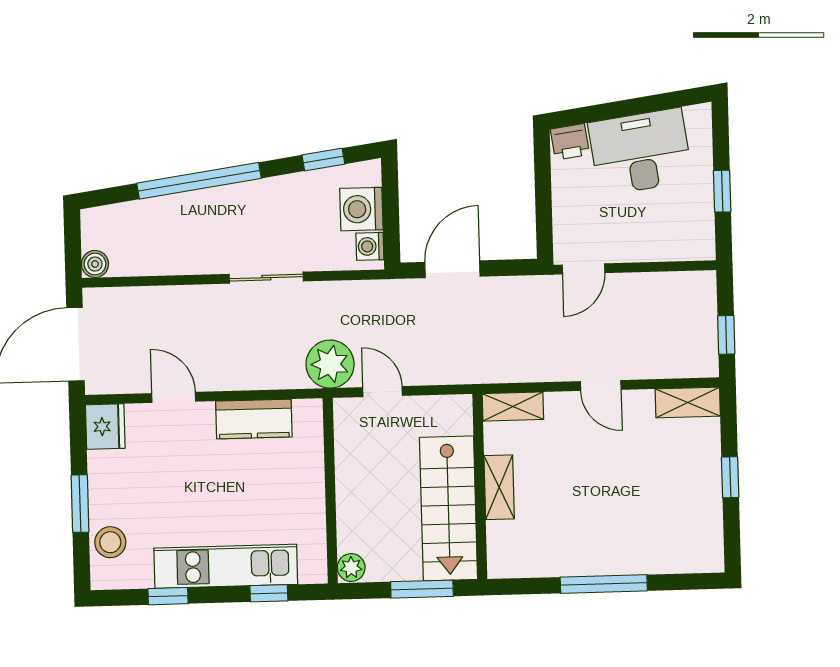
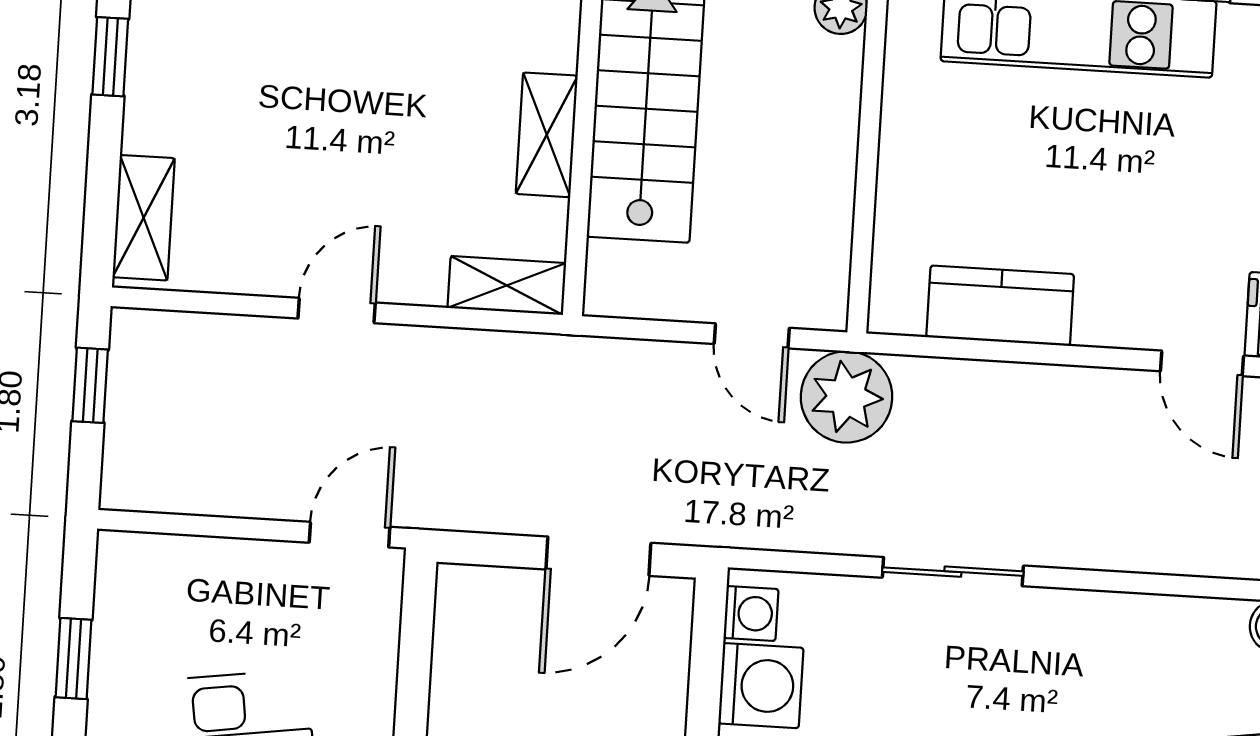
door: (601, 385) -> (337, 310), hinge flipped
door: (174, 397) -> (1202, 363), moved
shelving: (688, 402) -> (144, 218), moved, turned 90
window: (730, 477) -> (110, 57), moved

